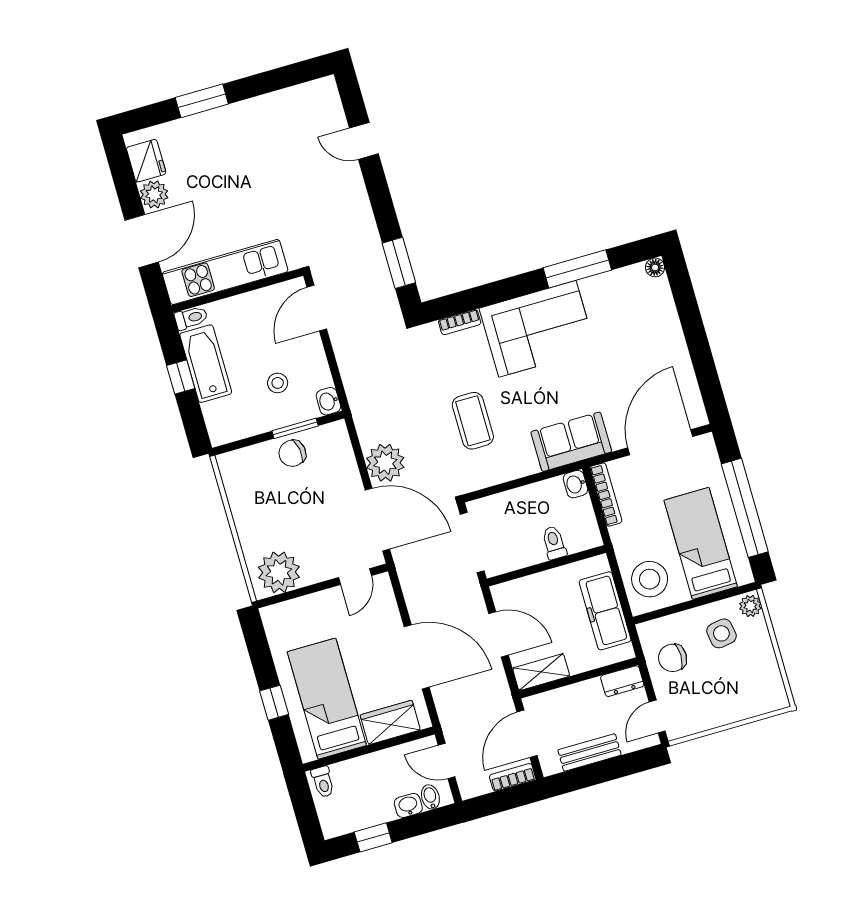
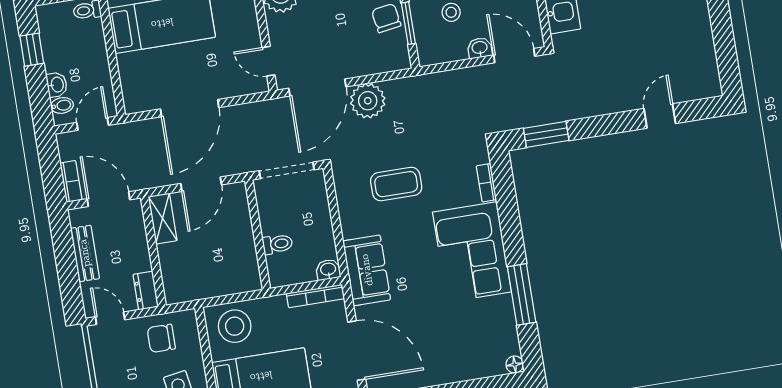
washbasin: (328, 401) -> (480, 48), moved
freezer: (605, 611) -> (211, 283), removed
chair: (673, 658) -> (161, 338), turned -90
wardrobe: (390, 722) -> (133, 77), removed

